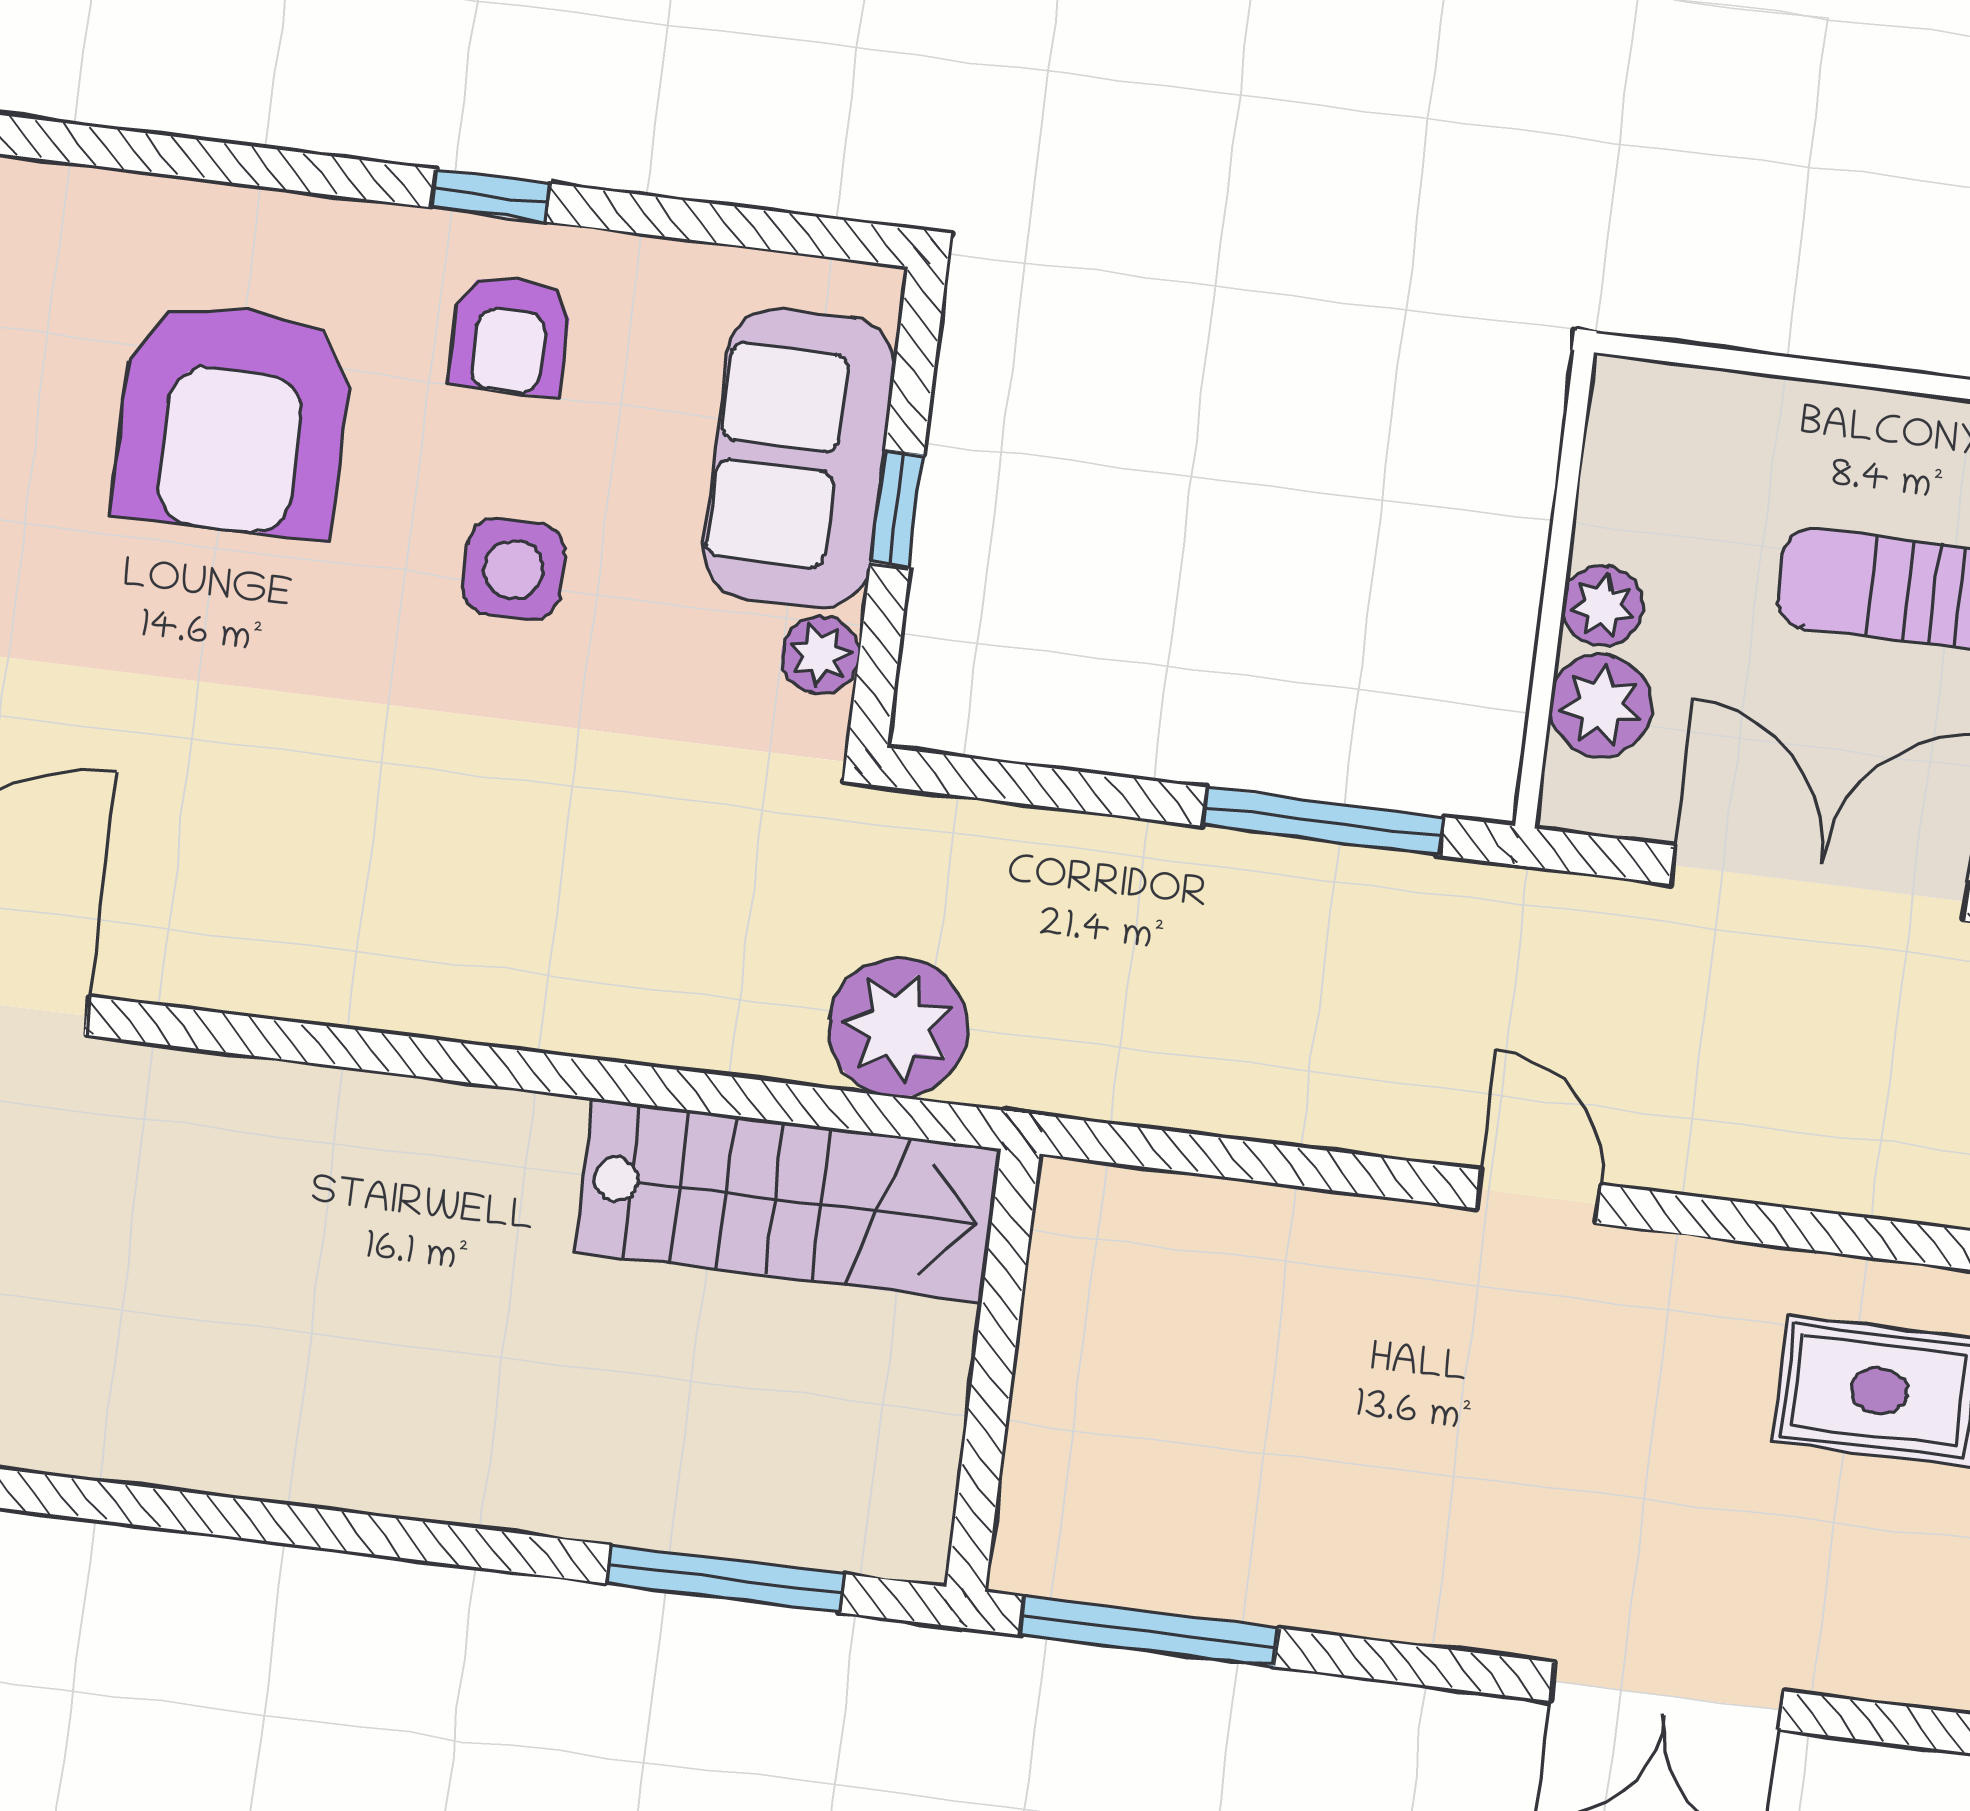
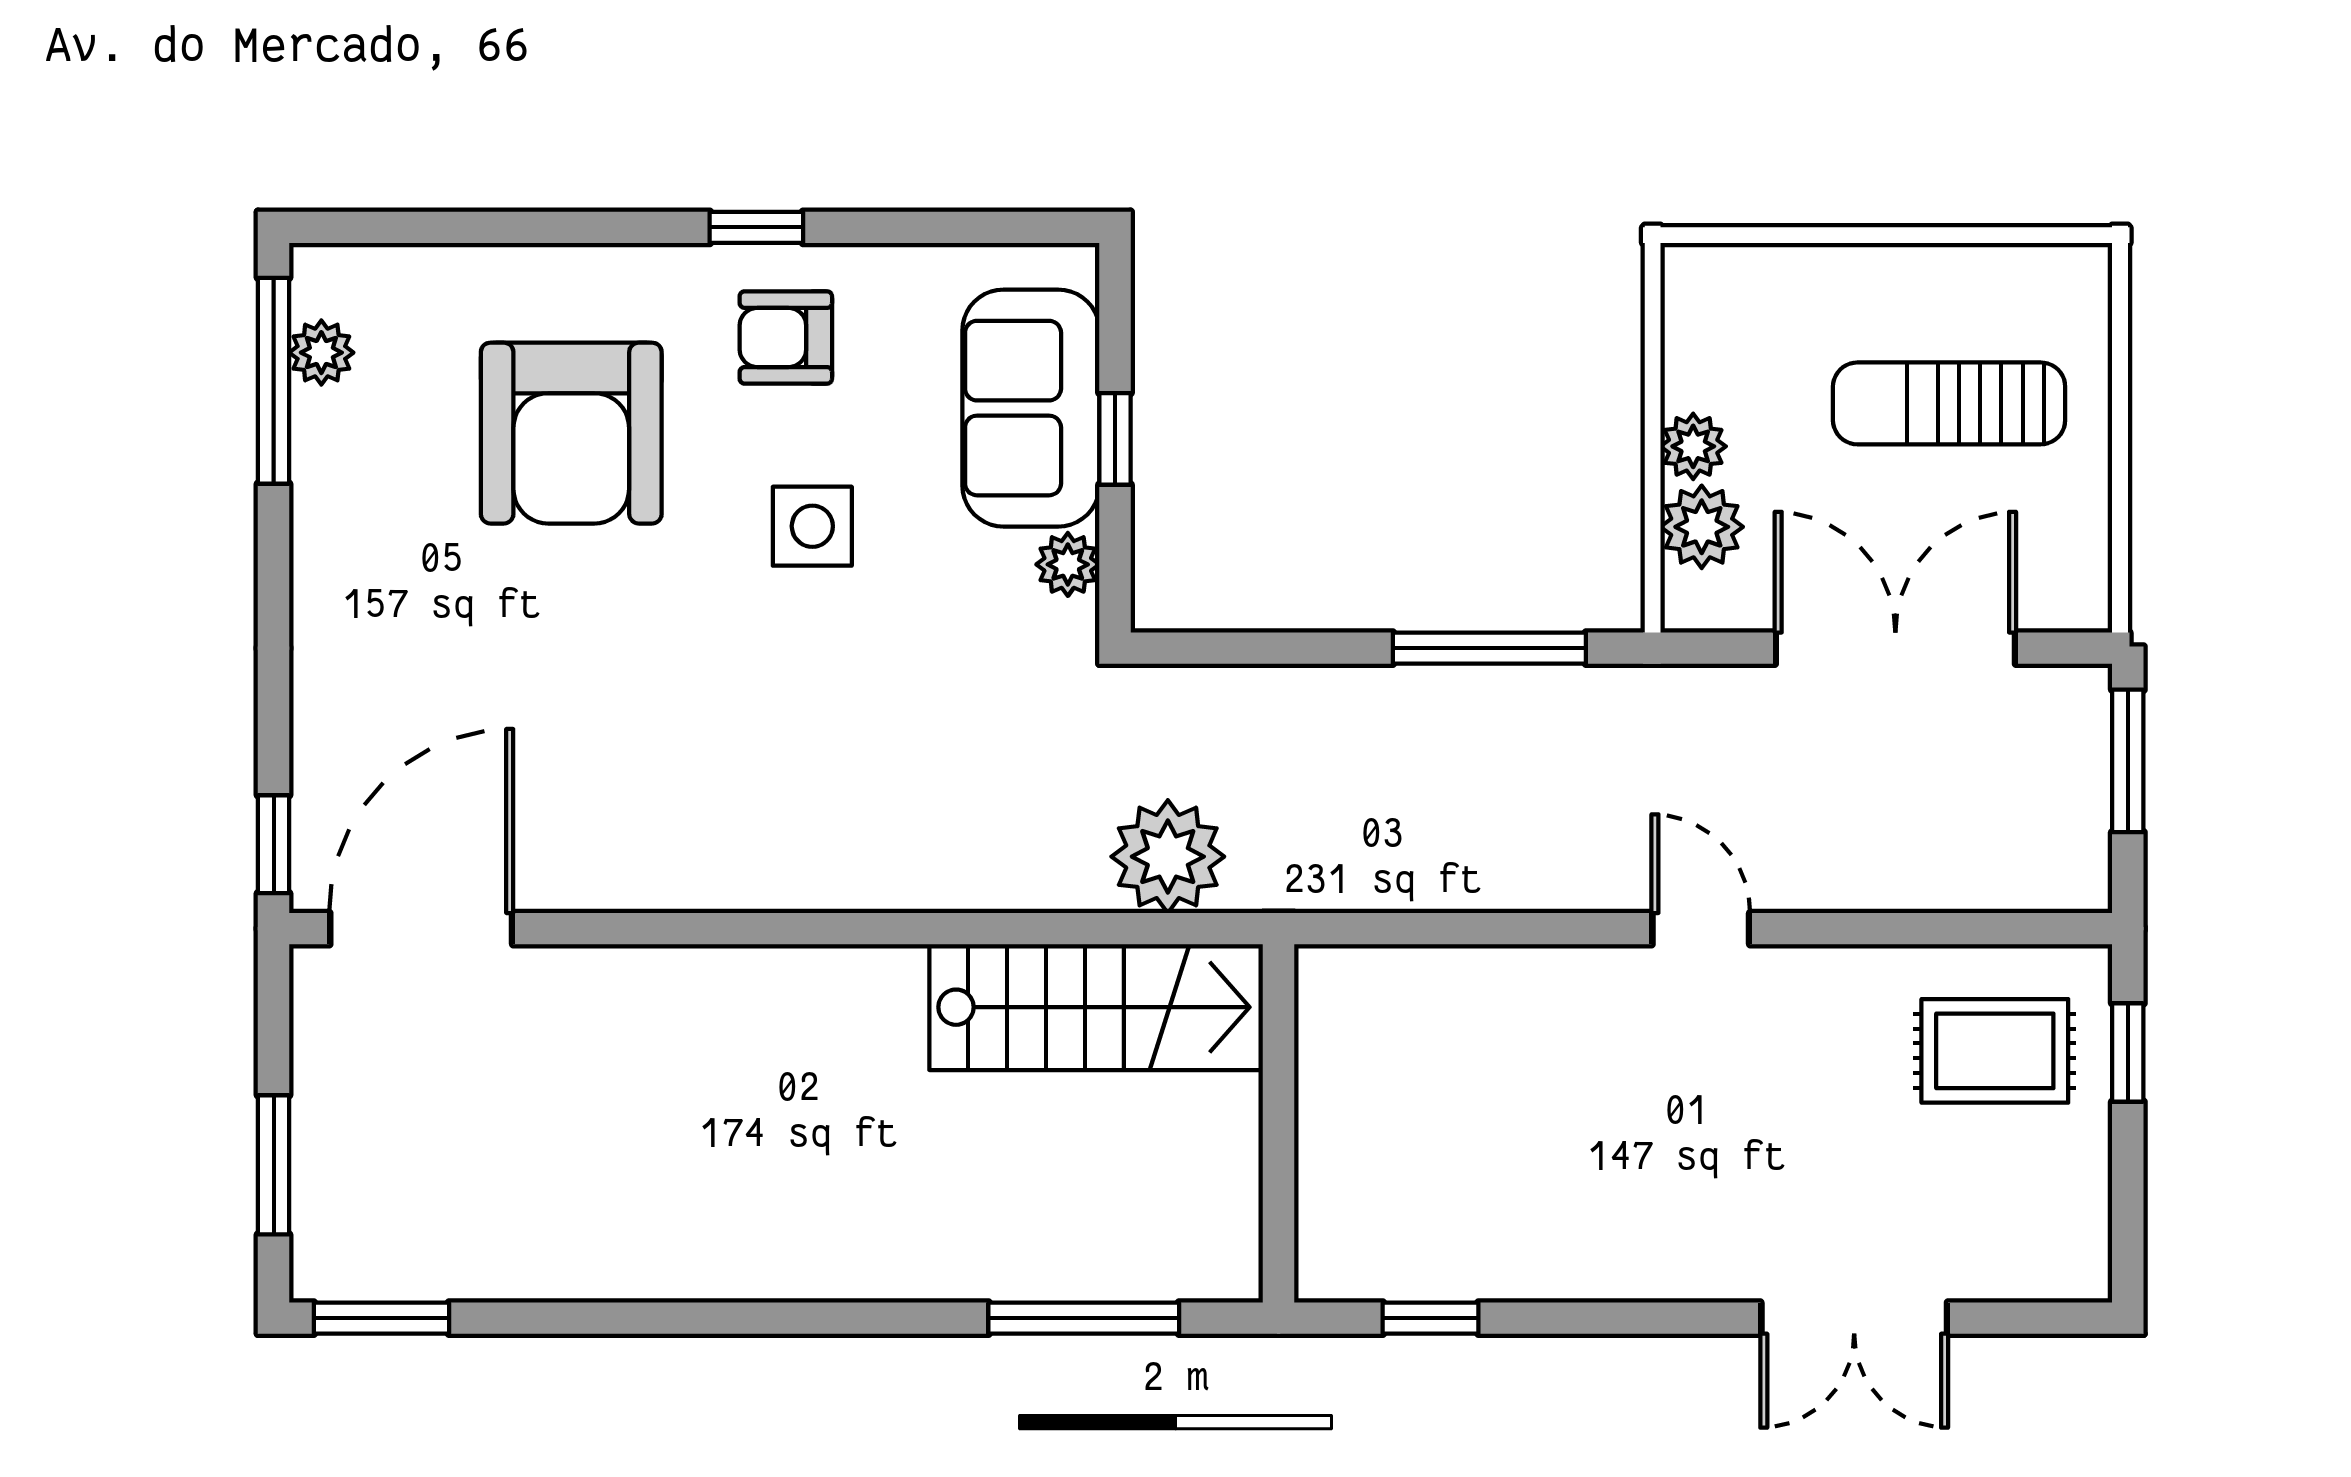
armchair: (510, 335) -> (786, 337), turned 90
window: (1149, 1632) -> (1431, 1318), width x0.46

